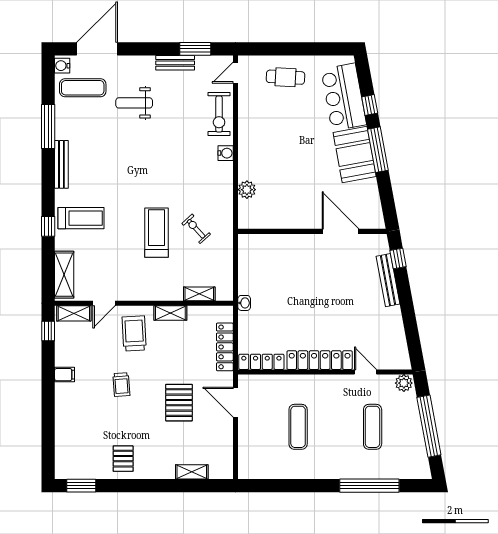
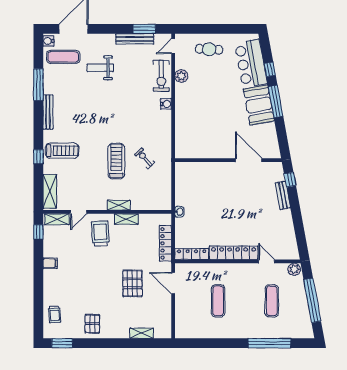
bench: (175, 63) -> (135, 39), width x1.36
plant: (247, 190) -> (181, 76), moved
bench: (388, 280) -> (283, 195), width x0.73
shelving: (199, 294) -> (119, 205), moved
trolley: (121, 385) -> (55, 314), moved

